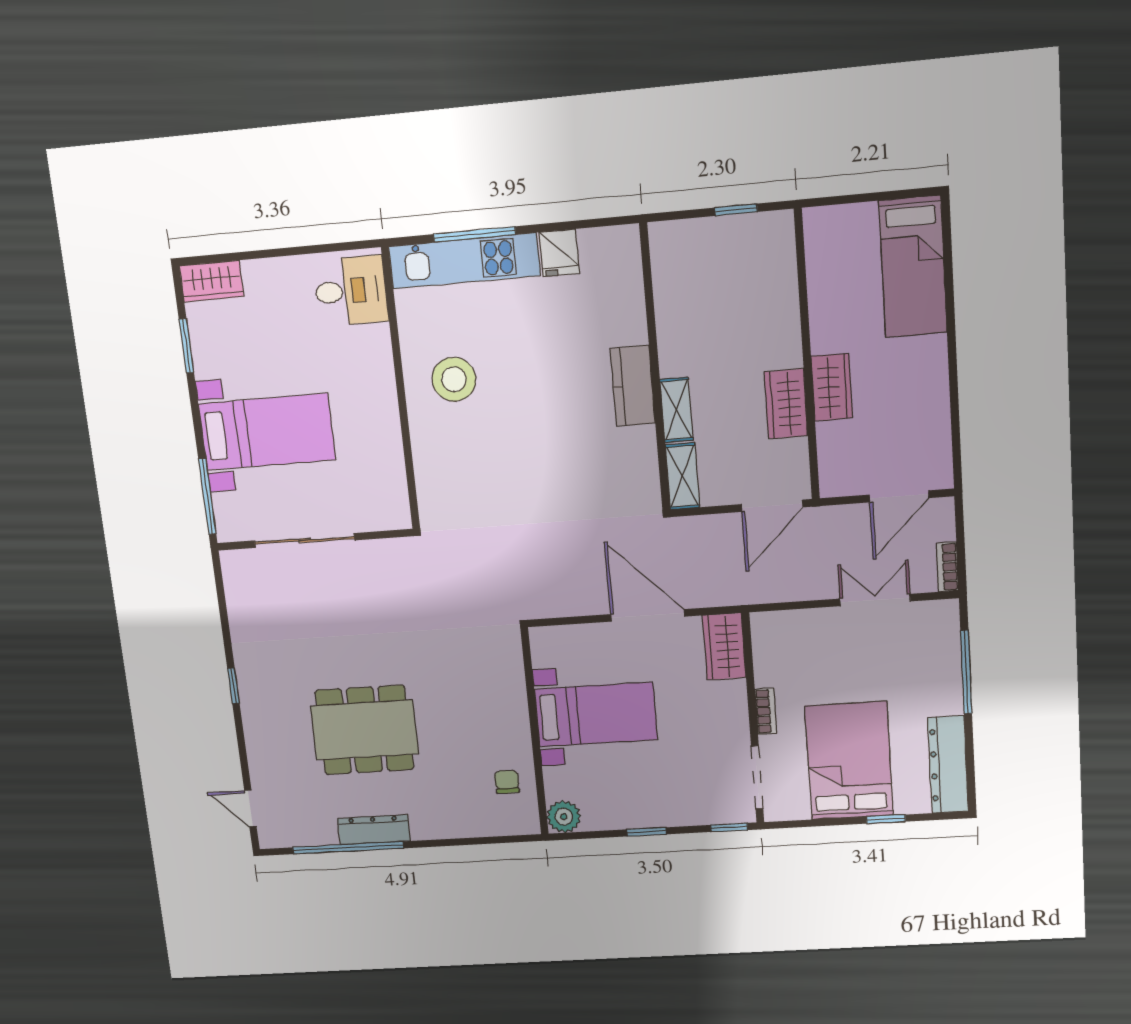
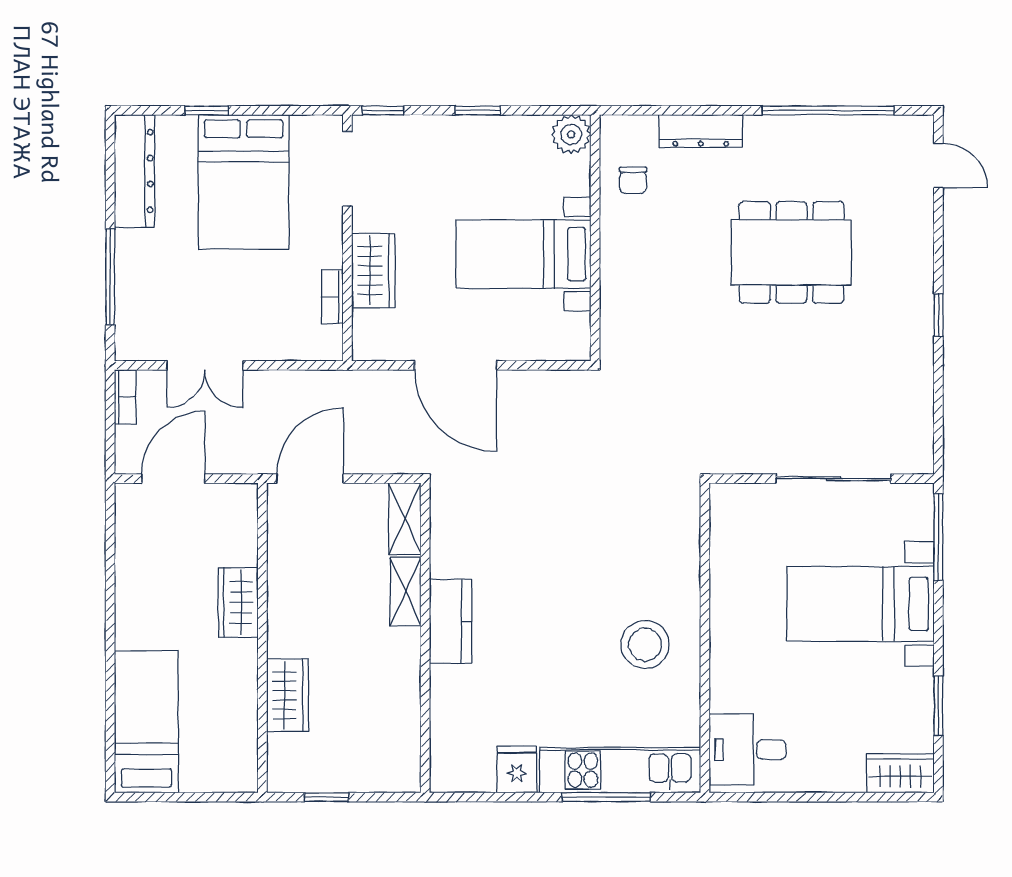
wardrobe: (786, 404) -> (288, 695), moved
wardrobe: (724, 647) -> (373, 271), moved
bookcase: (766, 711) -> (332, 297), moved
dresser: (374, 830) -> (701, 131), moved

